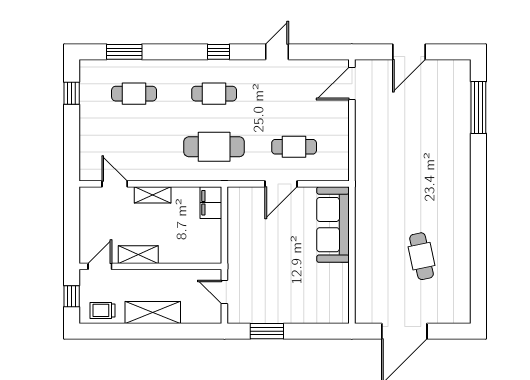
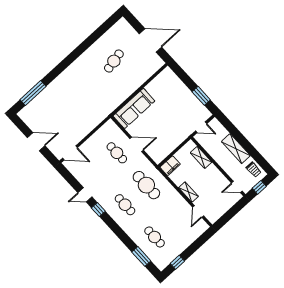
window: (218, 52) -> (98, 209), moved
shelving: (138, 255) -> (201, 157), moved
door: (224, 292) -> (201, 127), hinge flipped

